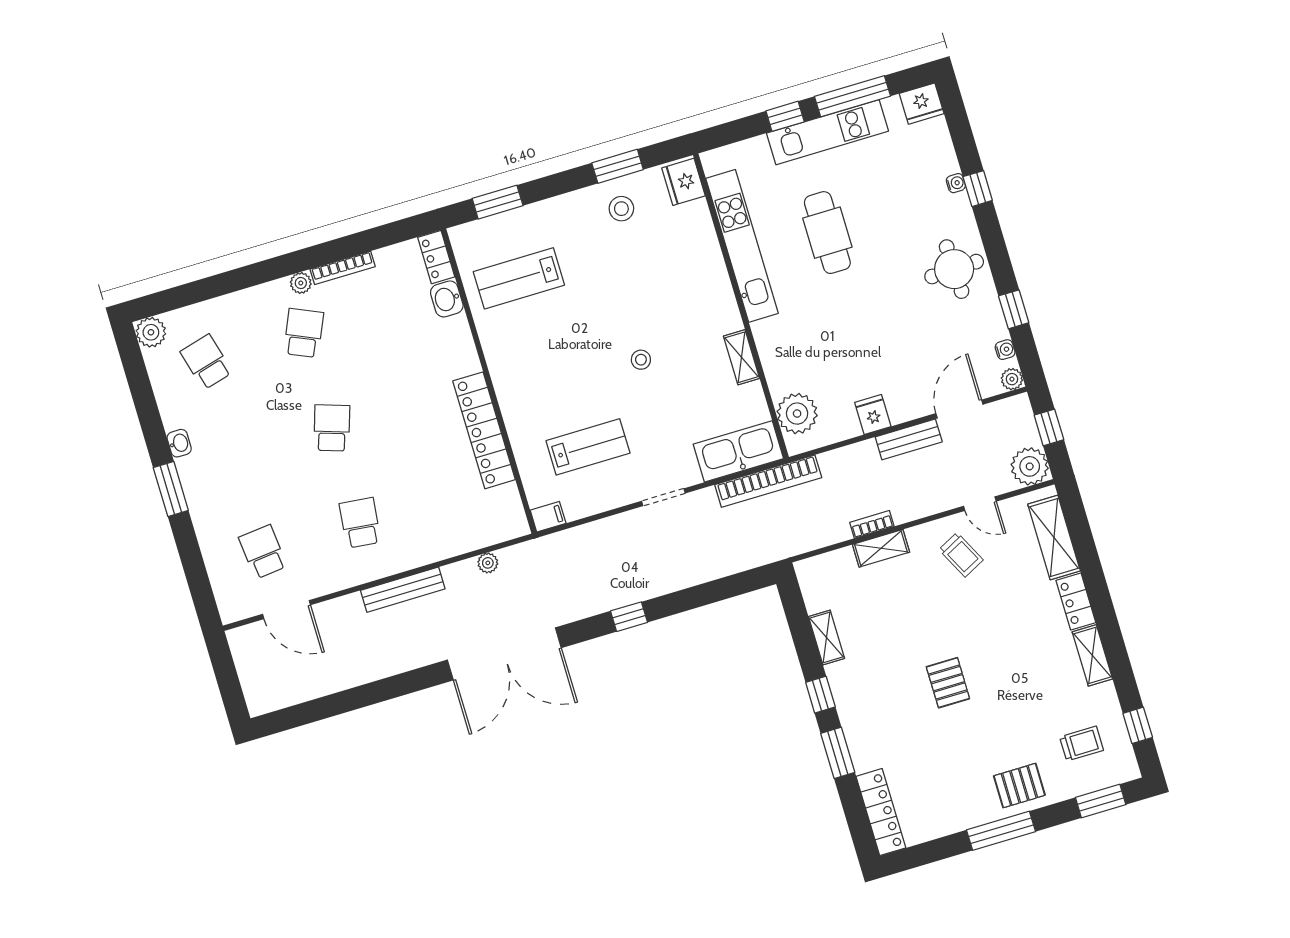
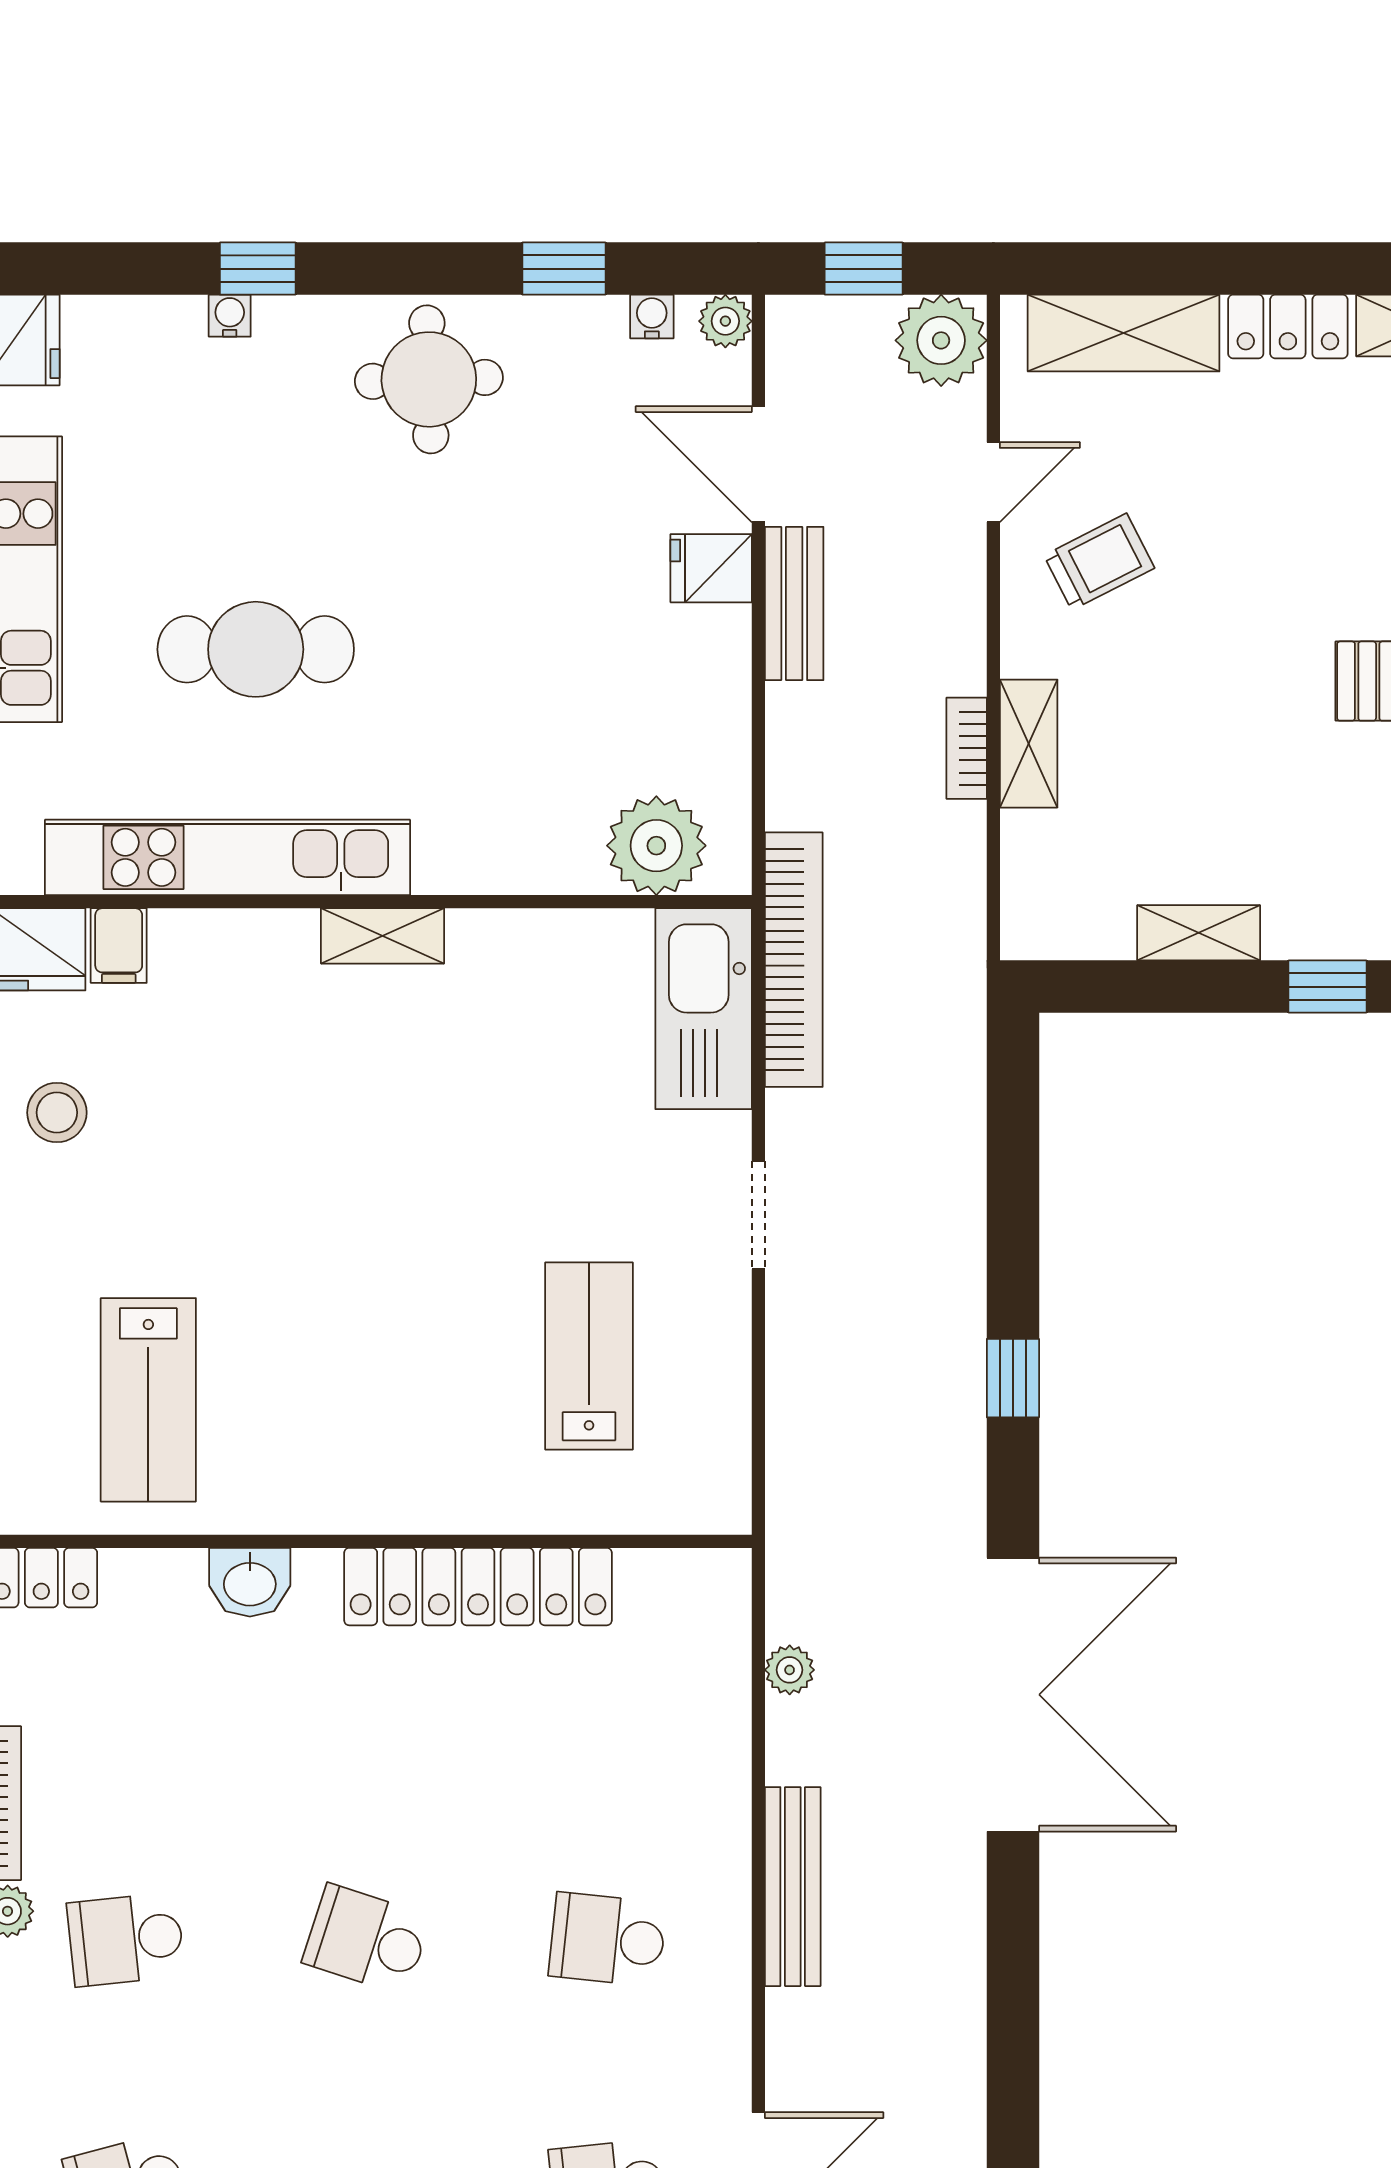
washbasin: (447, 299) -> (250, 1582), moved
school desk: (304, 333) -> (126, 1939), turned -30
shelving: (742, 357) -> (383, 936), moved
stool: (641, 360) -> (422, 1172), removed
fridge: (873, 414) -> (711, 568), moved
filing cabinet: (548, 517) -> (119, 946), moved, turned 180

